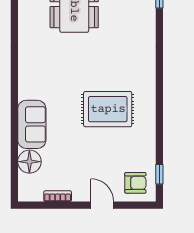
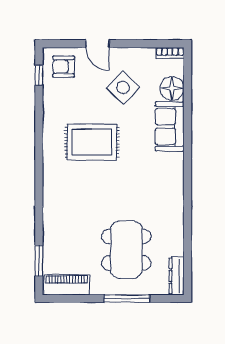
side table: (77, 162) -> (123, 87), added
bookcase: (58, 196) -> (170, 53), moved

